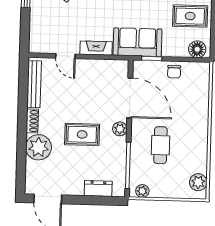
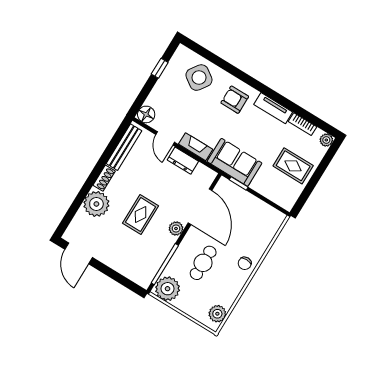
floor lamp: (197, 49) -> (146, 114), moved
chair: (174, 72) -> (245, 263), moved
rug: (82, 134) -> (141, 215), turned 90
dresser: (98, 189) -> (183, 161), moved, turned 180
plant: (142, 191) -> (168, 289), width x1.87, depth x1.87

